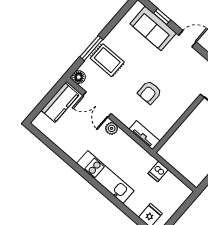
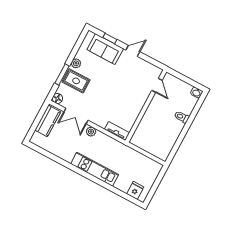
plant: (112, 38) -> (76, 63), added
armchair: (150, 92) -> (113, 98), removed
dishwasher: (158, 172) -> (133, 156), removed

